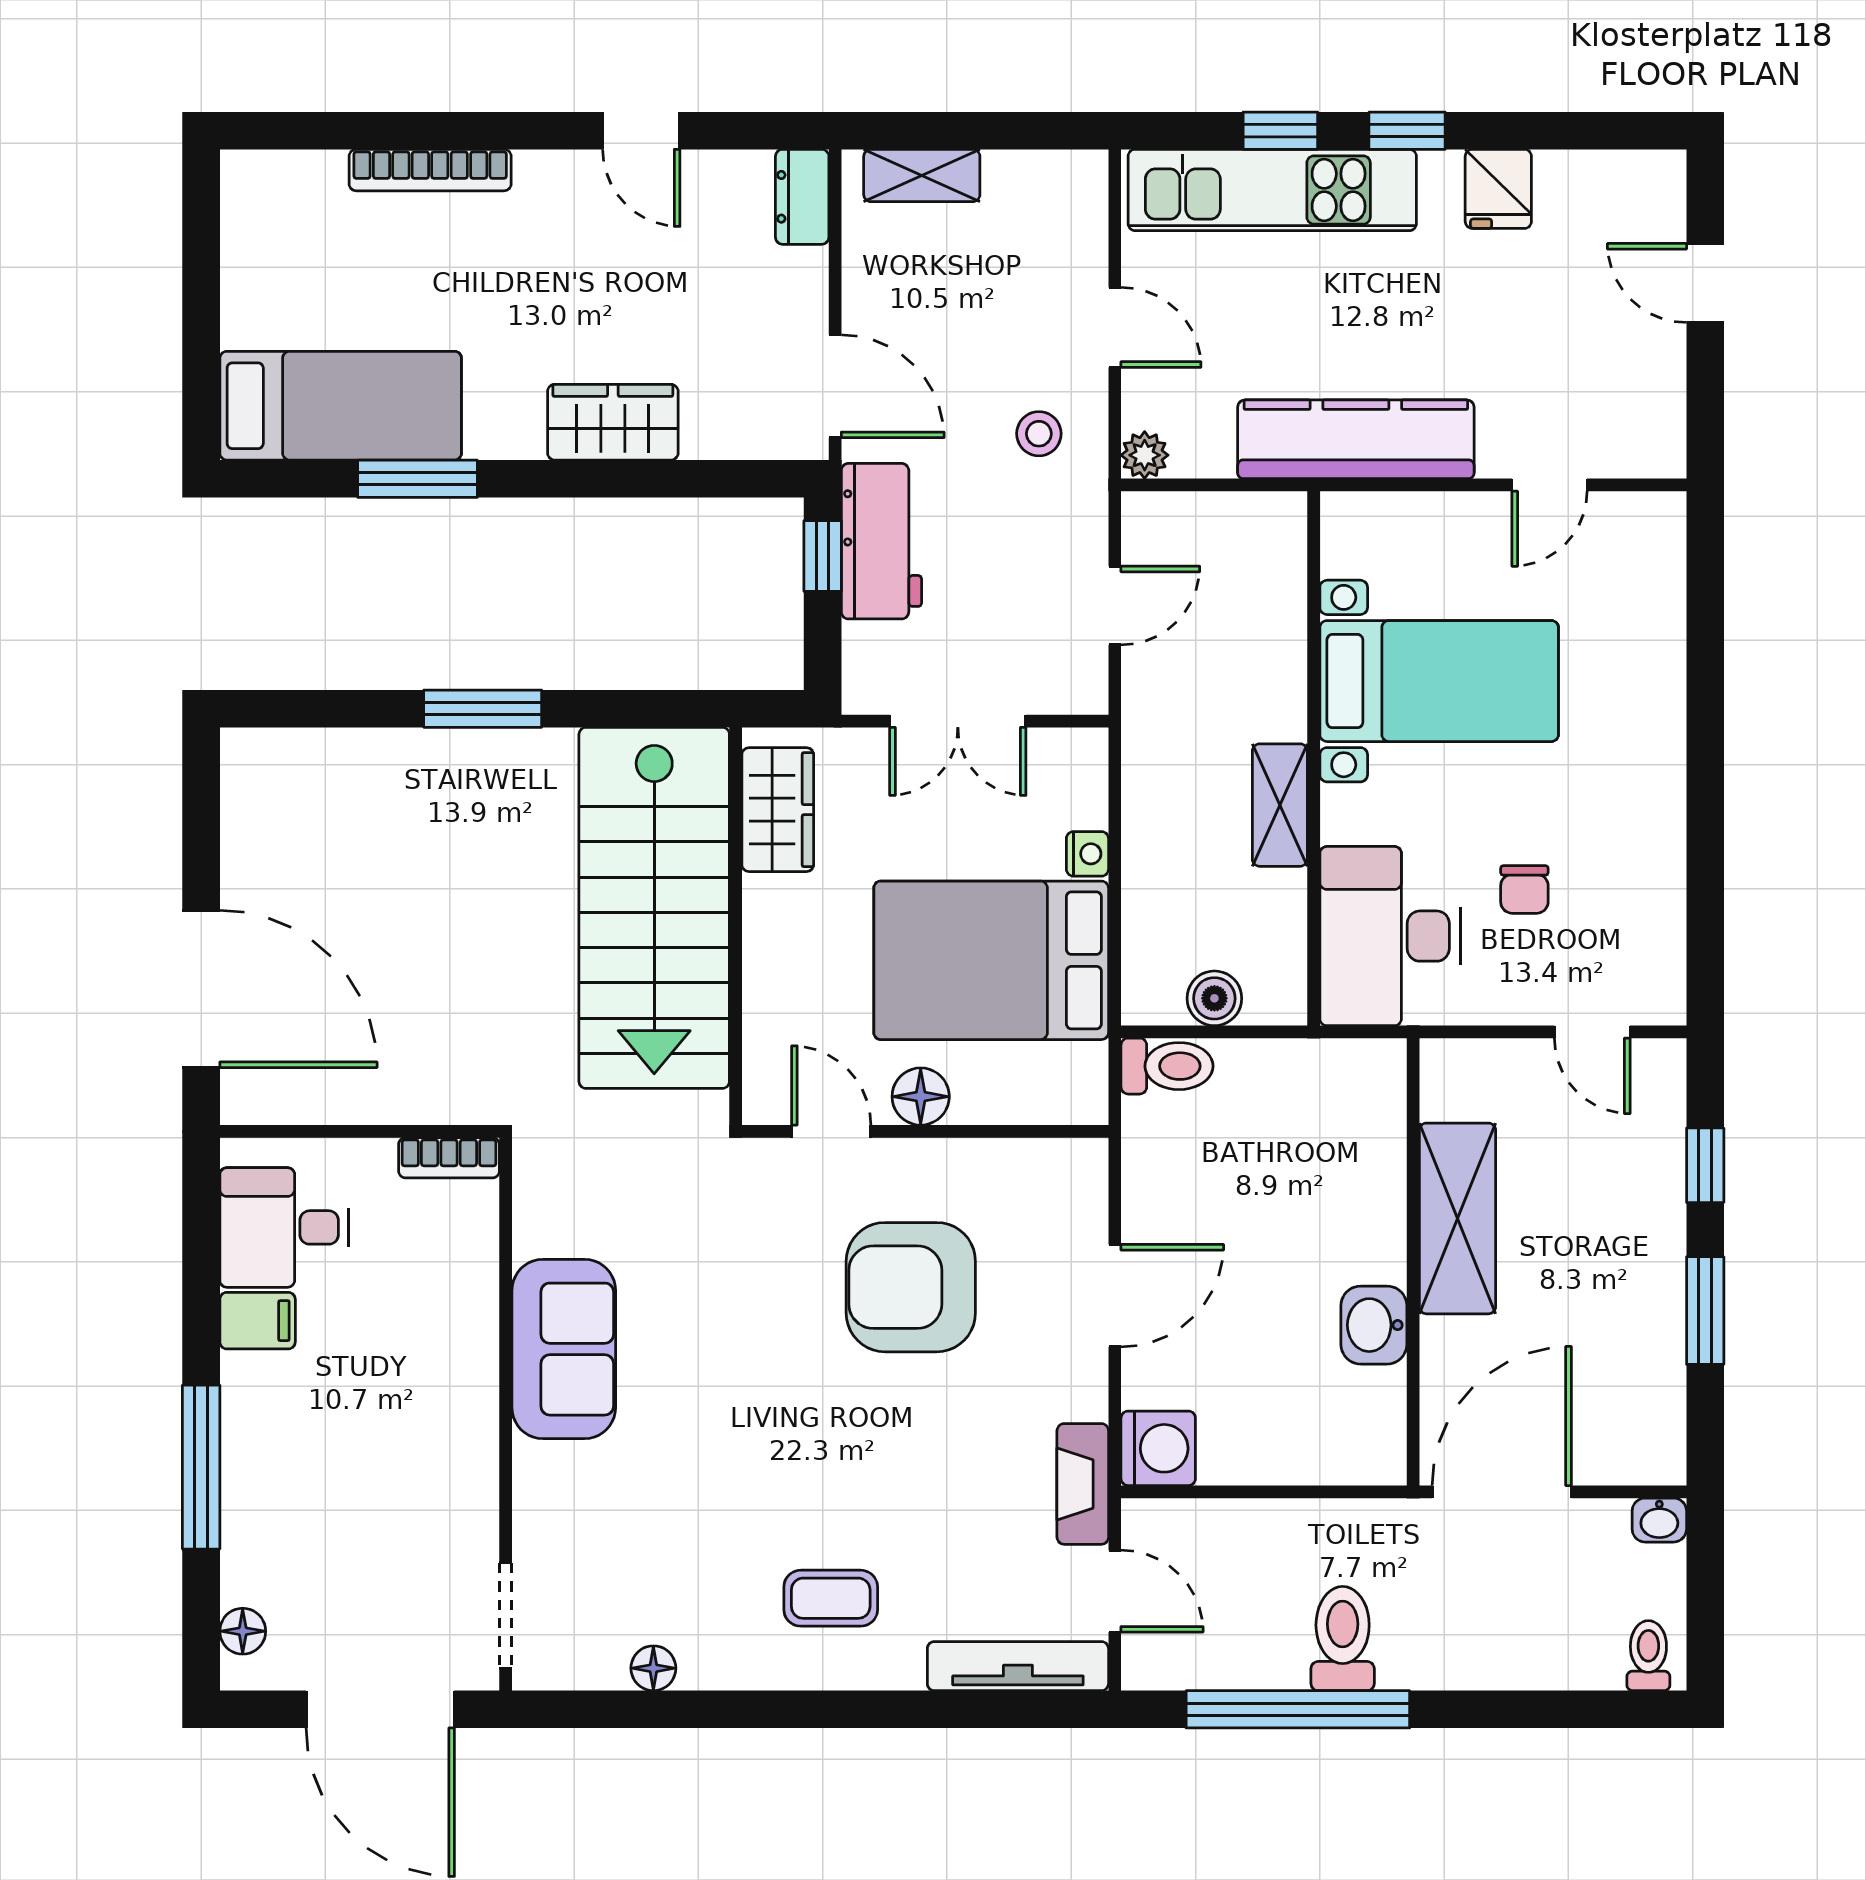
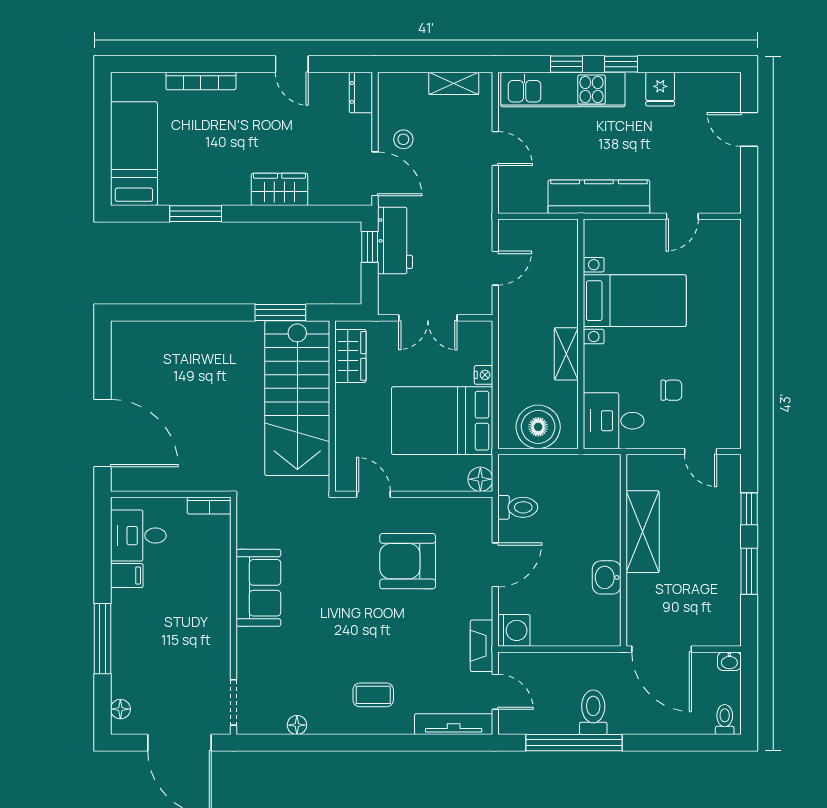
shelving: (922, 175) -> (454, 83), moved
bed: (341, 406) -> (134, 154), moved, turned -90
stool: (1039, 434) -> (403, 139), moved
plant: (1145, 455) -> (508, 203), removed
window: (483, 709) -> (280, 312), moved
chair: (1524, 889) -> (671, 390), turned -90
desk: (1390, 936) -> (614, 421), width x0.73
boiler: (1214, 998) -> (538, 427), width x1.86, depth x1.86
toilet: (1167, 1066) -> (518, 507), moved
floor lamp: (921, 1097) -> (480, 479), moved
door: (1502, 1492) -> (662, 649), swing flipped

